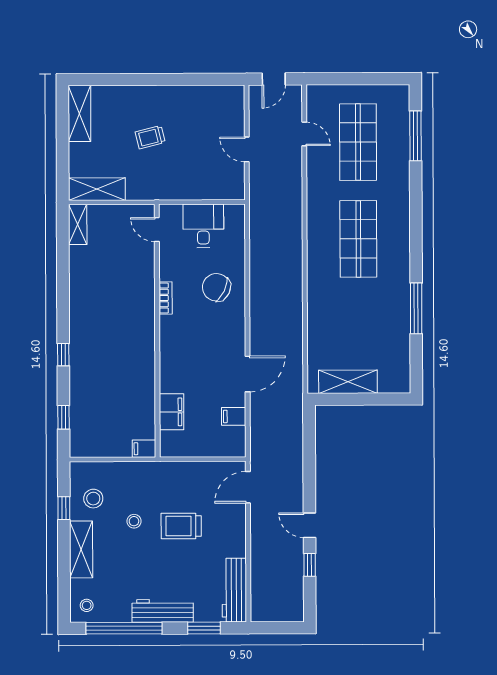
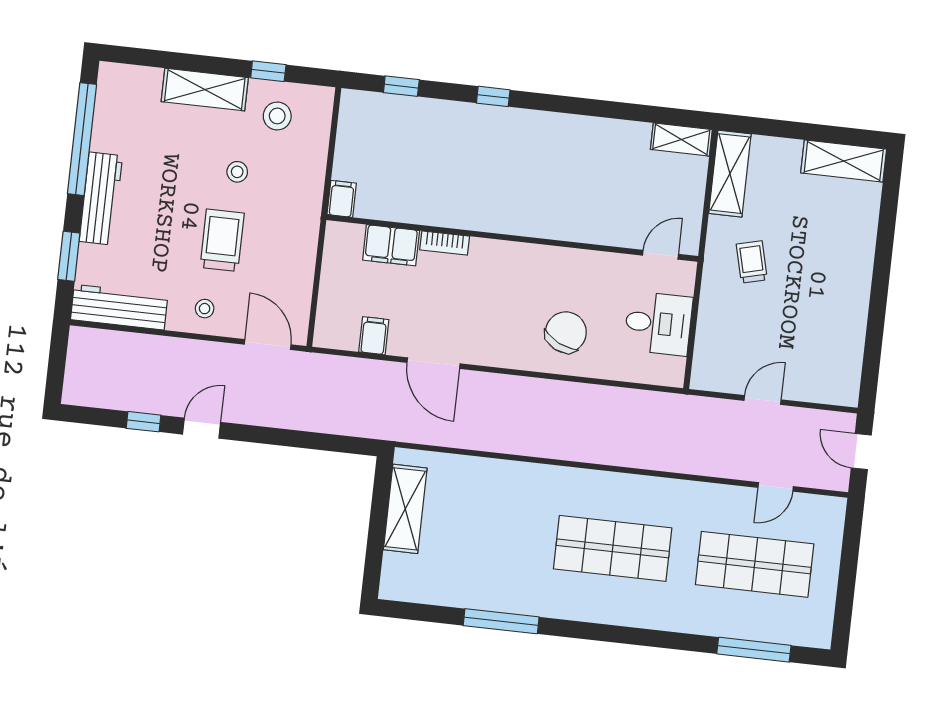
trolley: (150, 137) -> (752, 262), moved
bookcase: (166, 298) -> (445, 243), moved
stool: (87, 605) -> (205, 309), moved

